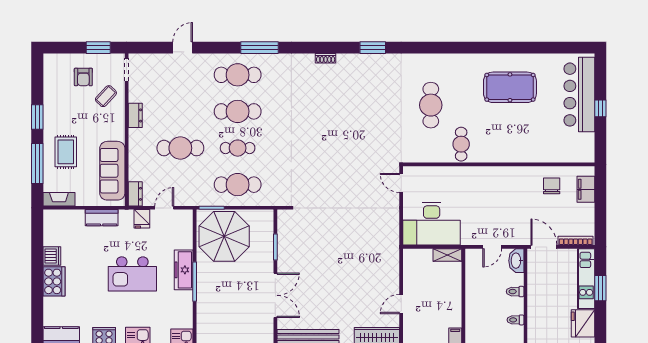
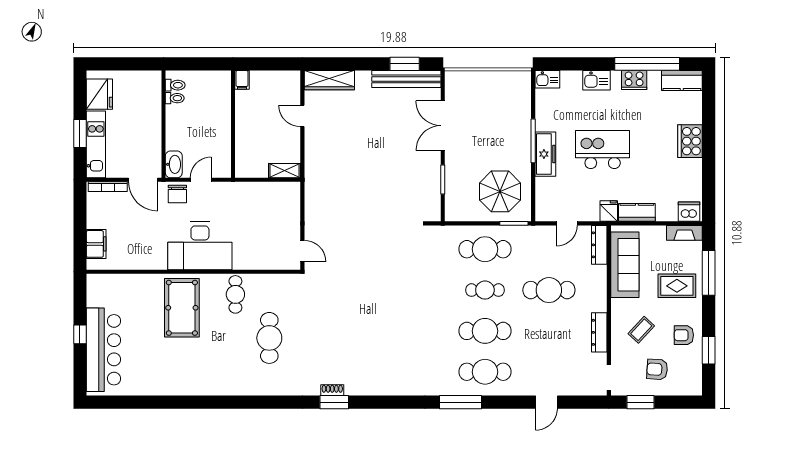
shoe rack: (326, 58) -> (332, 390), moved
armchair: (83, 77) -> (657, 369), turned -86
pool table: (510, 87) -> (182, 308), moved, turned 90
coffee table: (106, 96) -> (641, 330), moved
armchair: (60, 108) -> (684, 335), added
dresser: (135, 115) -> (599, 332), width x1.44
window: (37, 117) -> (709, 350), moved
rug: (66, 152) -> (677, 286), turned 90
chair: (552, 186) -> (177, 194), moved
dresser: (135, 194) -> (599, 245), width x1.44
fridge: (142, 219) -> (609, 211), moved
desk: (432, 224) -> (200, 246), moved, turned 180
parasol: (224, 236) -> (500, 191), width x0.73, depth x0.73
shelving: (447, 255) -> (284, 171), moved
dishwasher: (52, 256) -> (689, 212), moved, turned 90
toilet: (515, 292) -> (175, 85), moved
door: (401, 304) -> (302, 116), swing flipped

